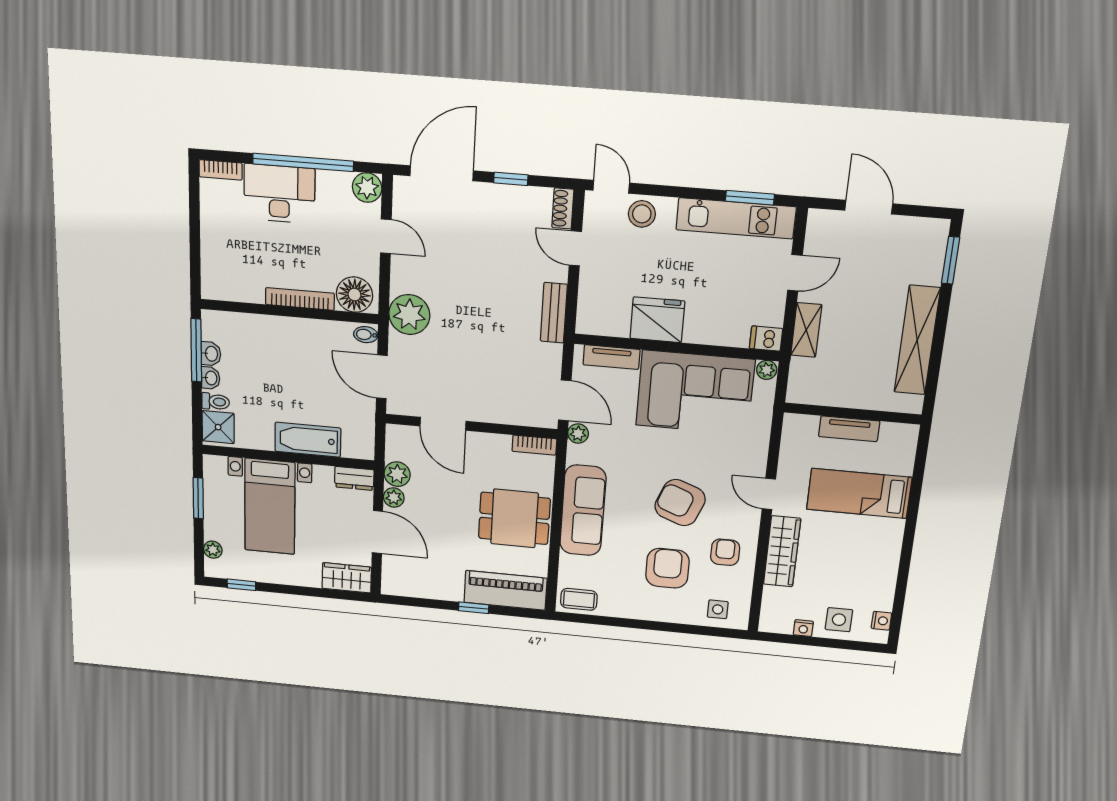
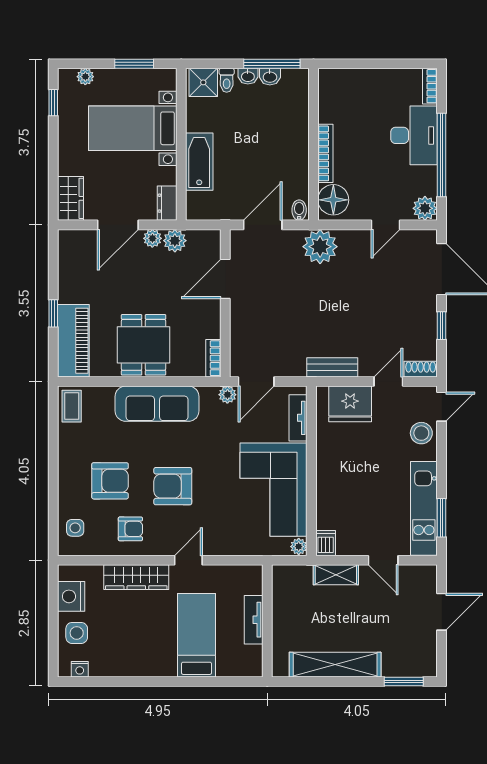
fridge: (657, 320) -> (350, 404), moved, turned 90
armchair: (680, 503) -> (173, 486), turned -111
nightstand: (803, 628) -> (71, 596), width x1.89, depth x1.79

